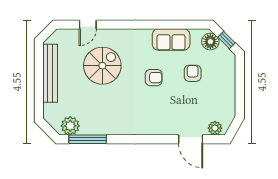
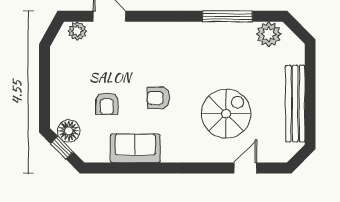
floor lamp: (210, 42) -> (69, 131), moved
spiral stairs: (102, 66) -> (226, 114), turned 180
window: (88, 139) -> (227, 16), moved

